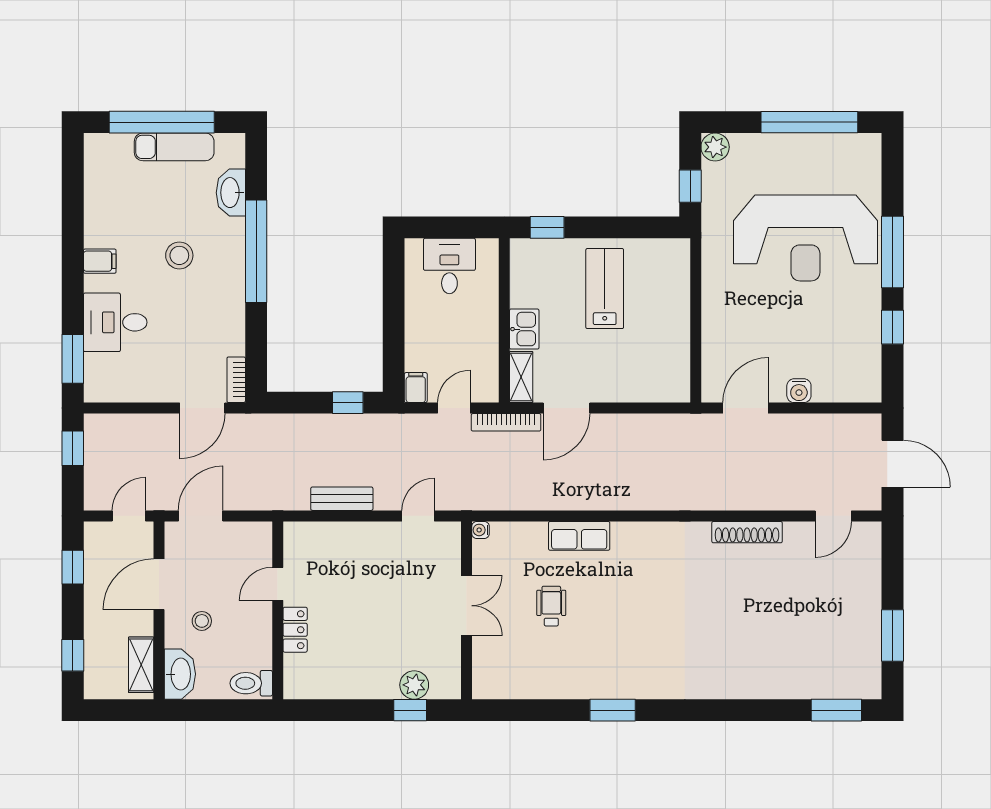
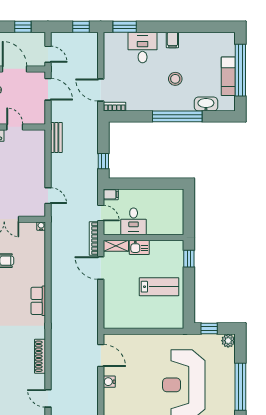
desk: (449, 266) -> (134, 221), moved, turned 90
bench: (342, 499) -> (56, 137), moved
row of seats: (579, 536) -> (38, 301), moved

